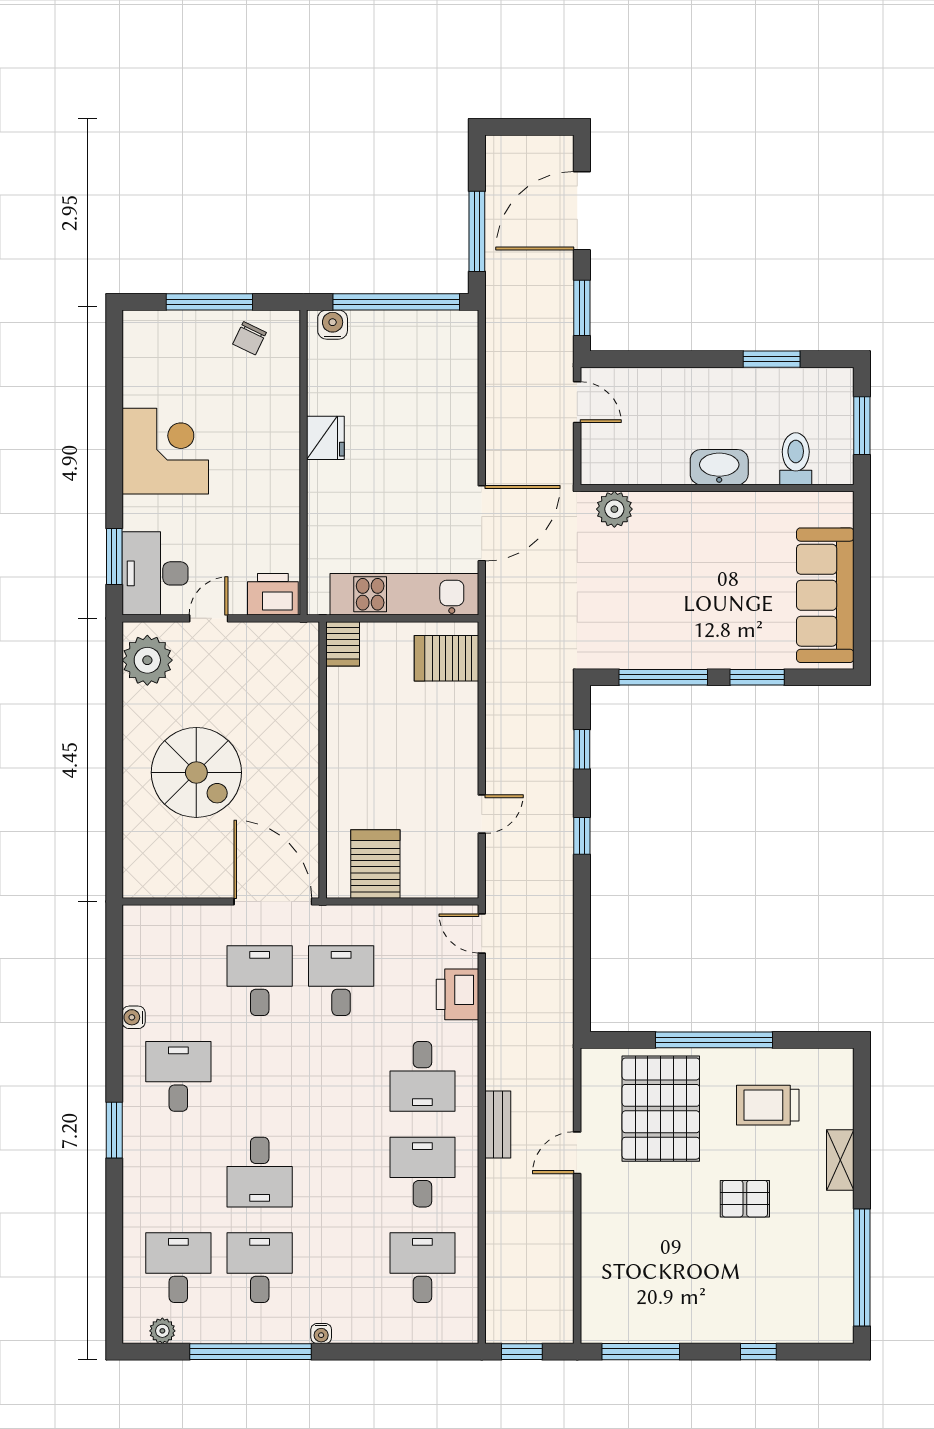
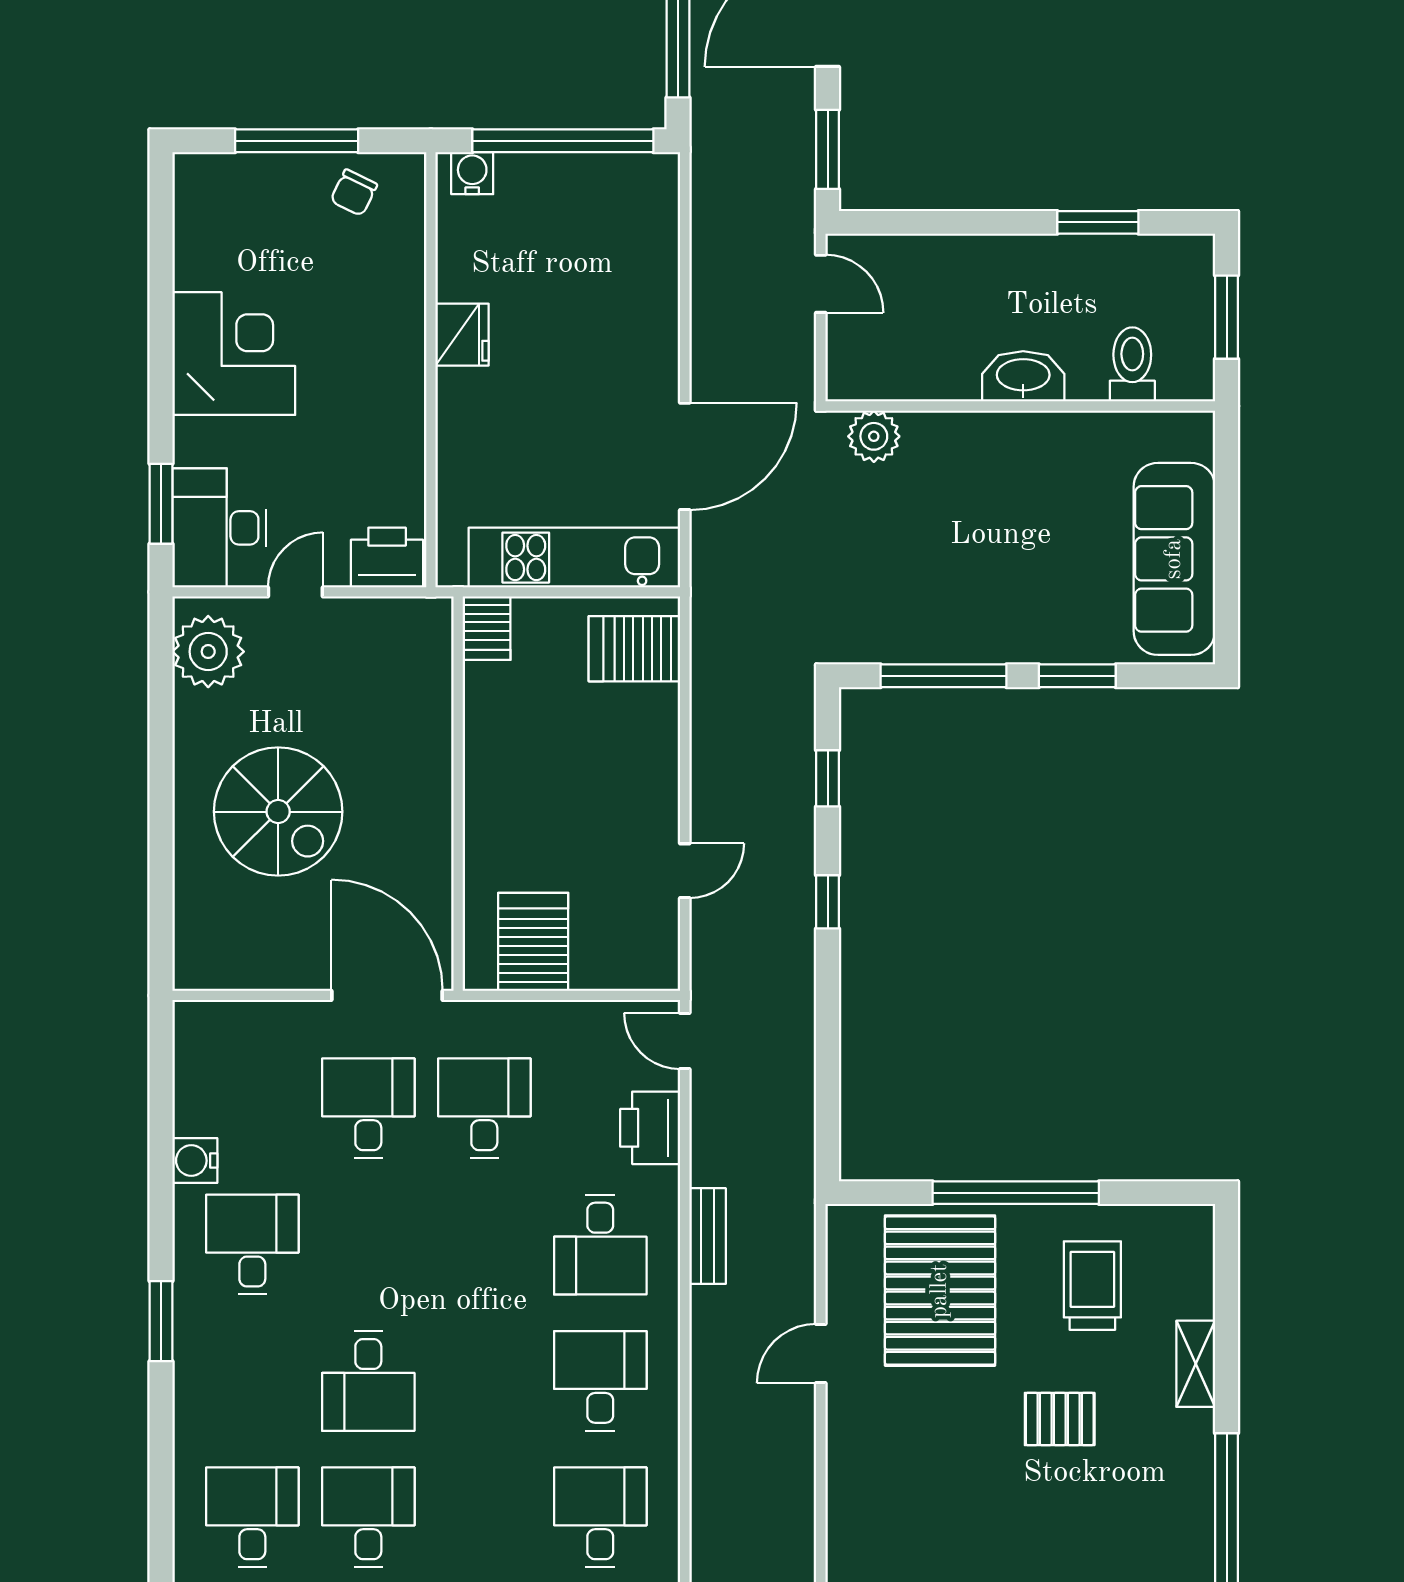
water cooler: (134, 1017) -> (195, 1161), width x1.38, depth x1.38
trolley: (768, 1105) -> (1092, 1286), turned 90
bench: (498, 1124) -> (708, 1236), moved

